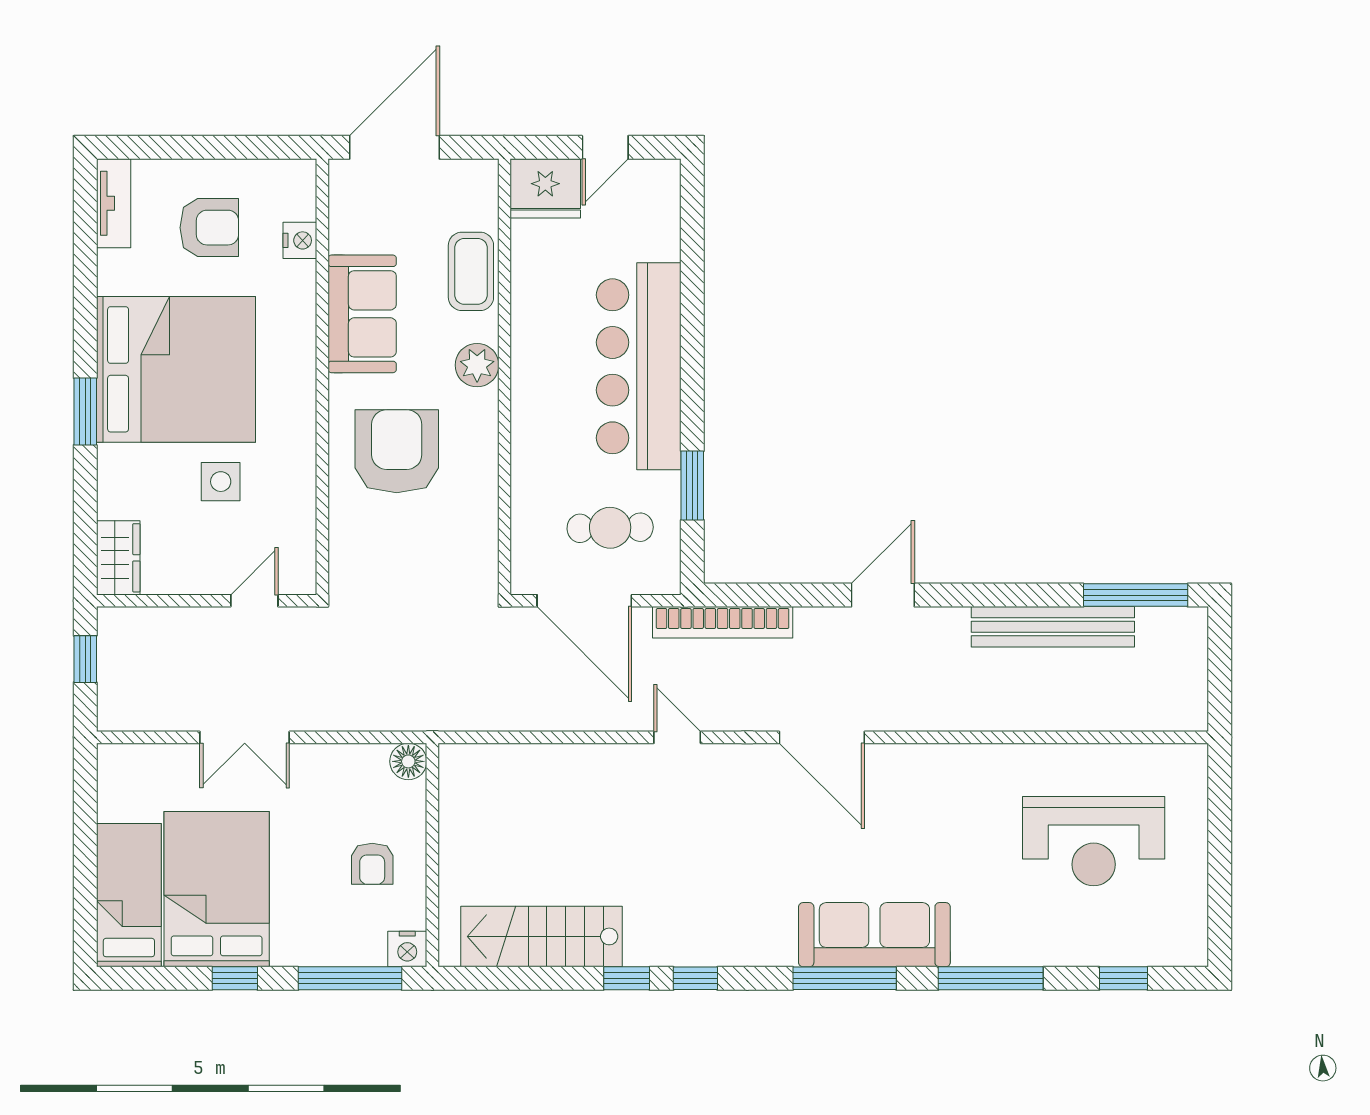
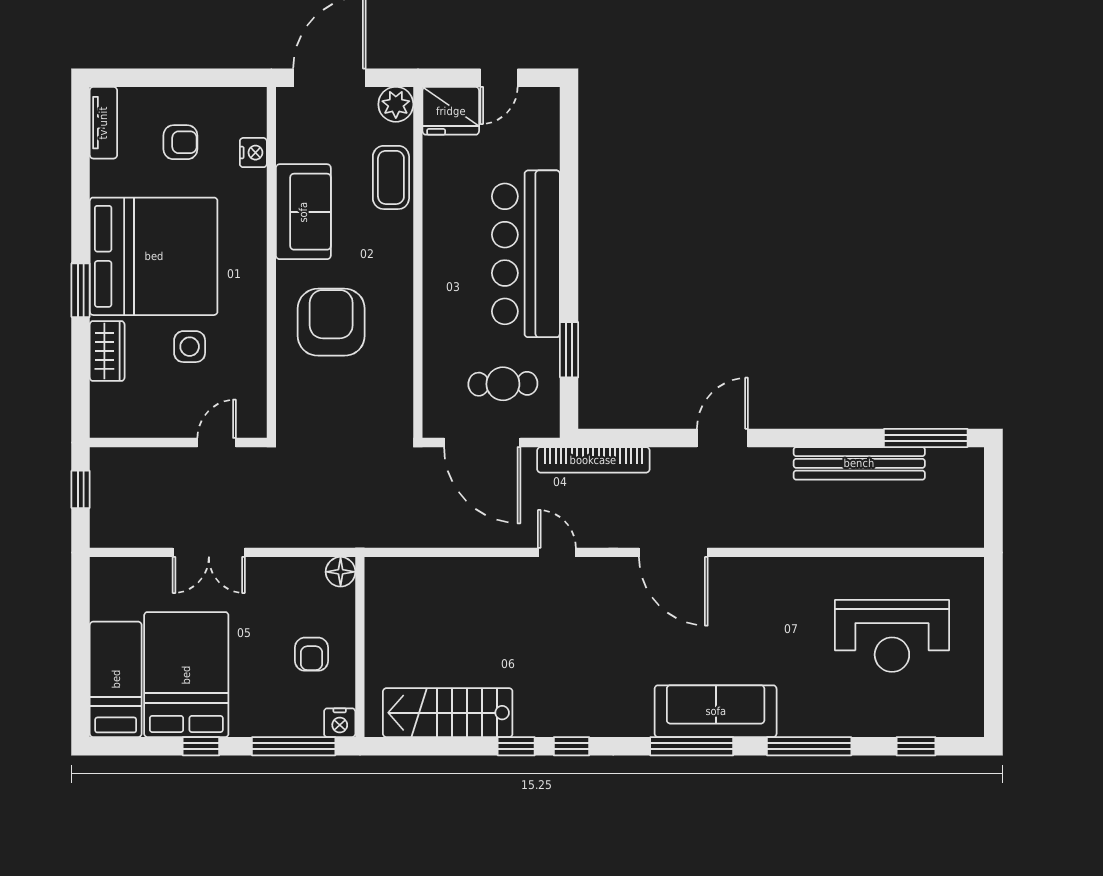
armchair: (209, 228) -> (180, 142), width x0.72, depth x0.72
plant: (477, 365) -> (396, 104), moved
wardrobe: (118, 558) -> (107, 351), moved

